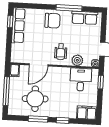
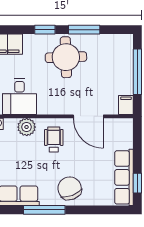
chair: (52, 21) -> (70, 188), turned 69
door: (38, 65) -> (88, 116), swing flipped
round table: (35, 99) -> (66, 57), moved

